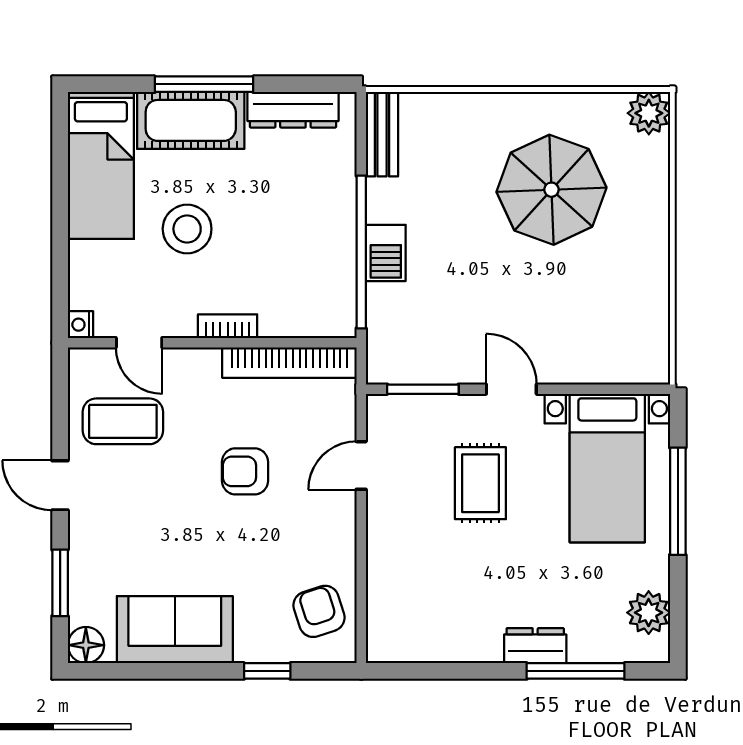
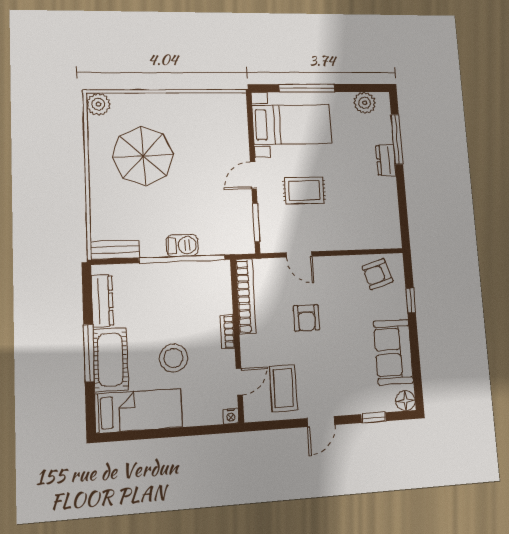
window: (60, 583) -> (374, 418), width x0.67

